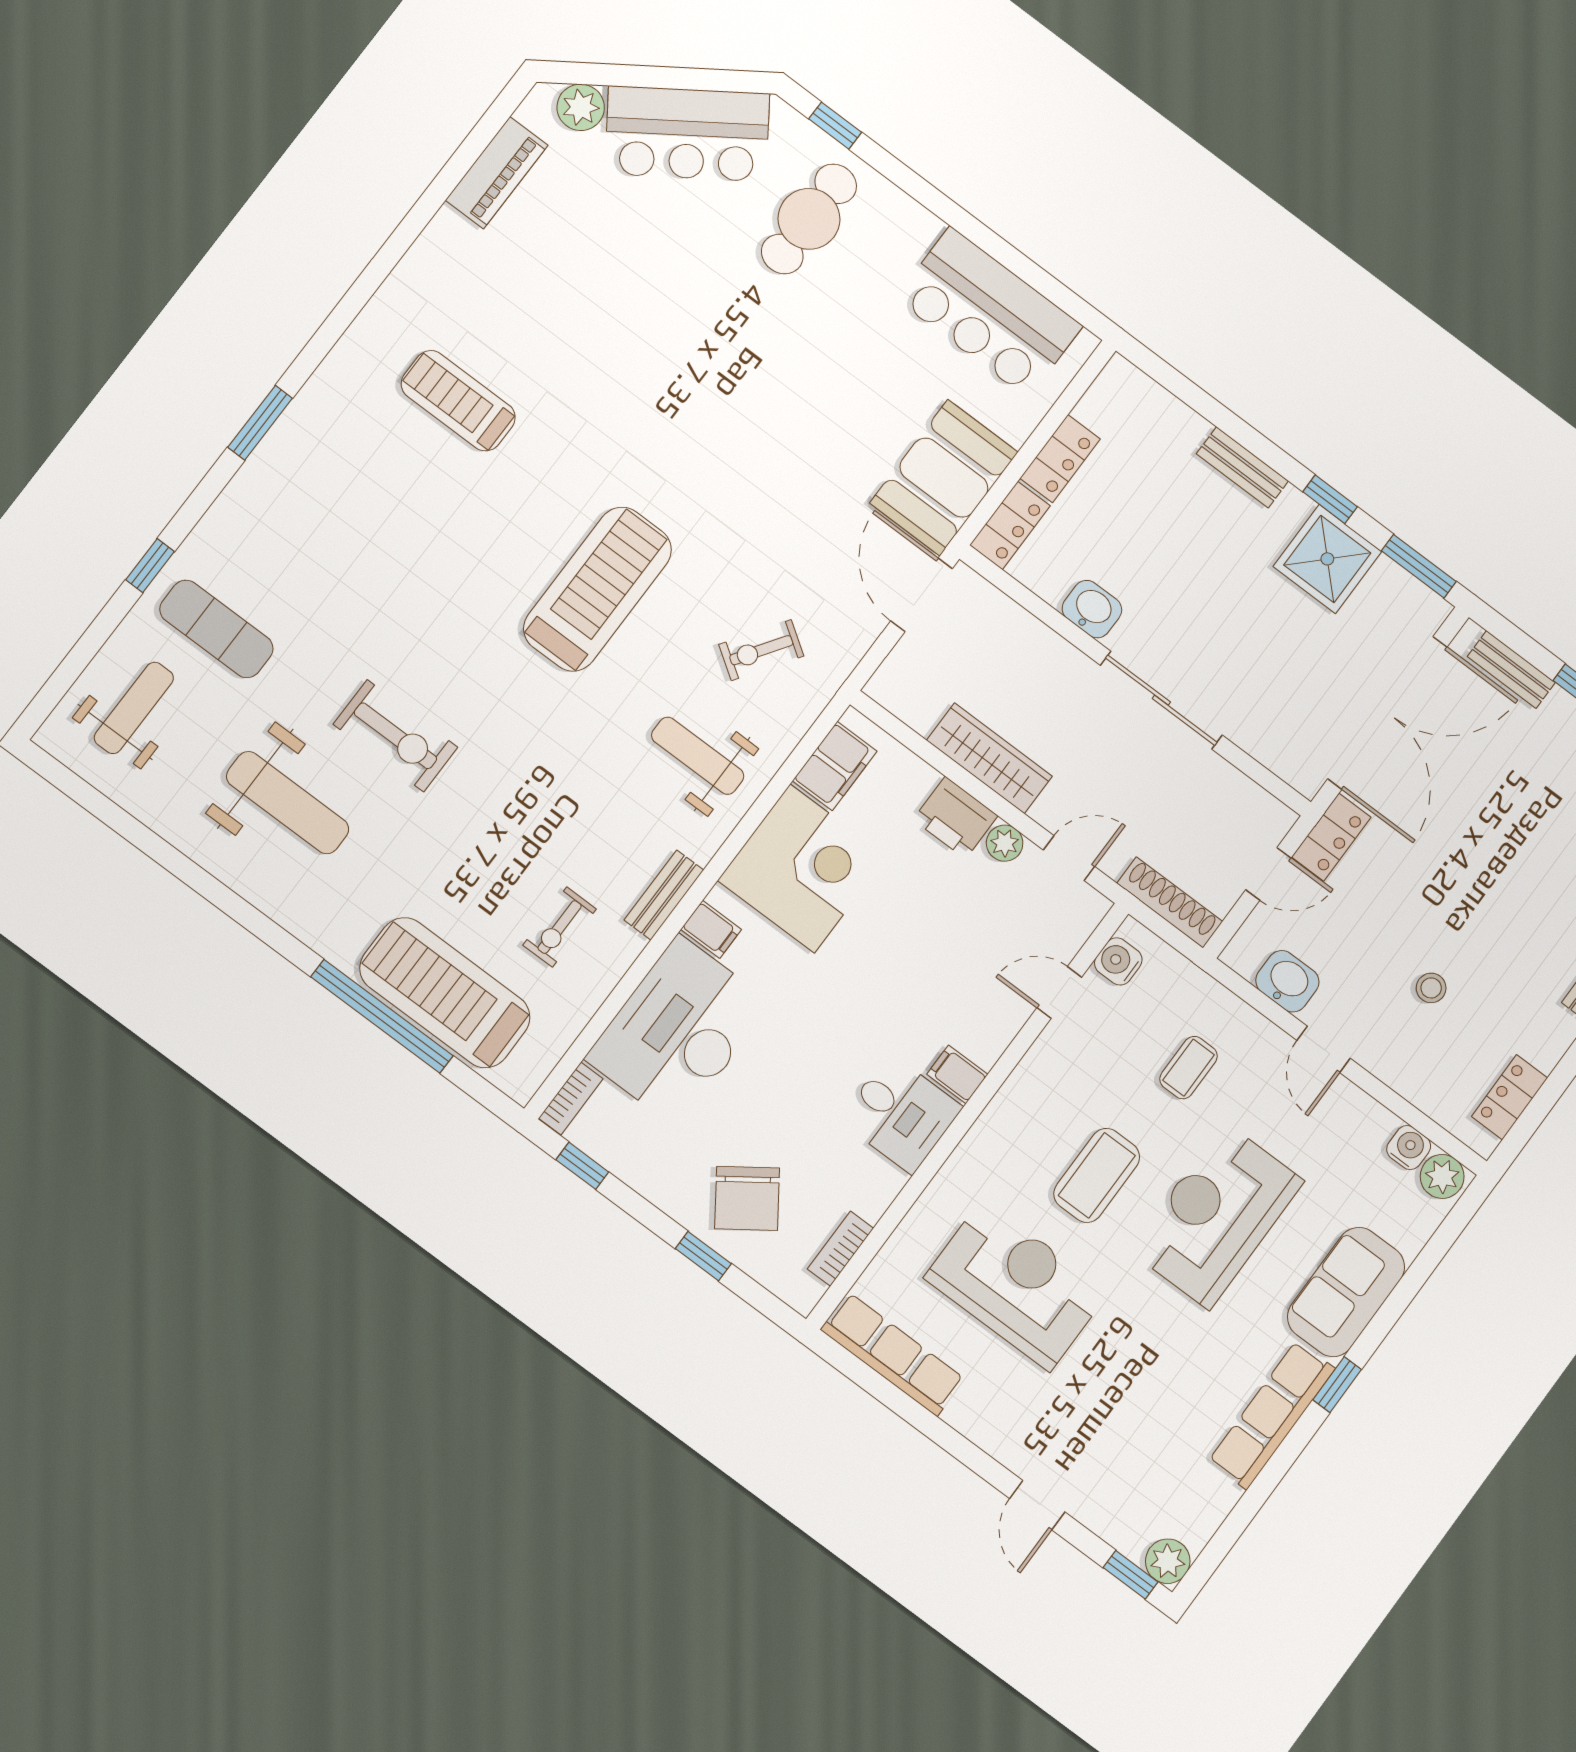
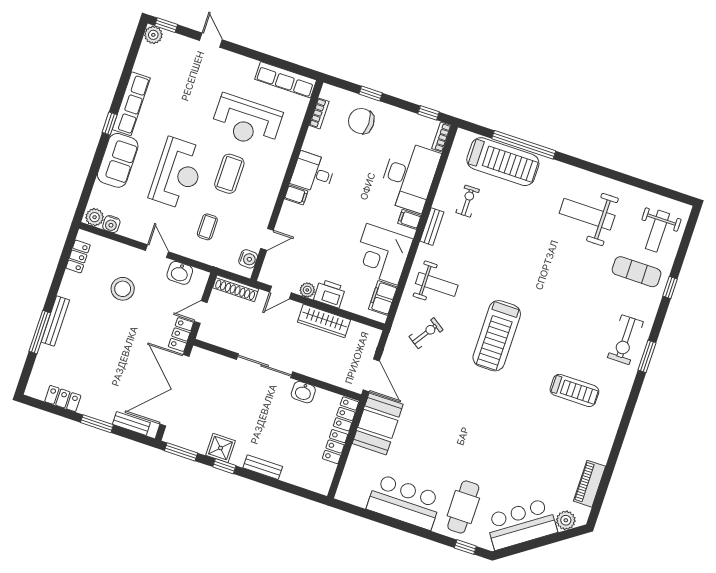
bar counter: (989, 312) -> (404, 502), moved
shower: (1327, 559) -> (221, 448), width x0.73, depth x0.73
exercise bike: (395, 736) -> (625, 340), moved, turned -90
stool: (1431, 988) -> (123, 289), width x1.89, depth x1.89
chair: (747, 1198) -> (361, 121), turned -55

